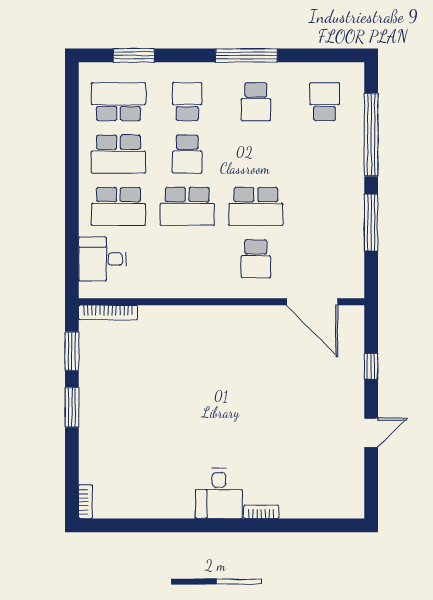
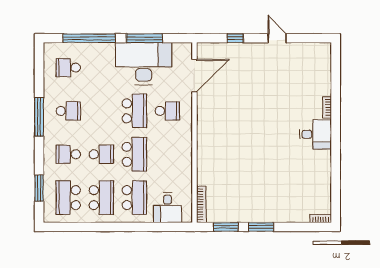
desk: (331, 221) -> (144, 64), added

